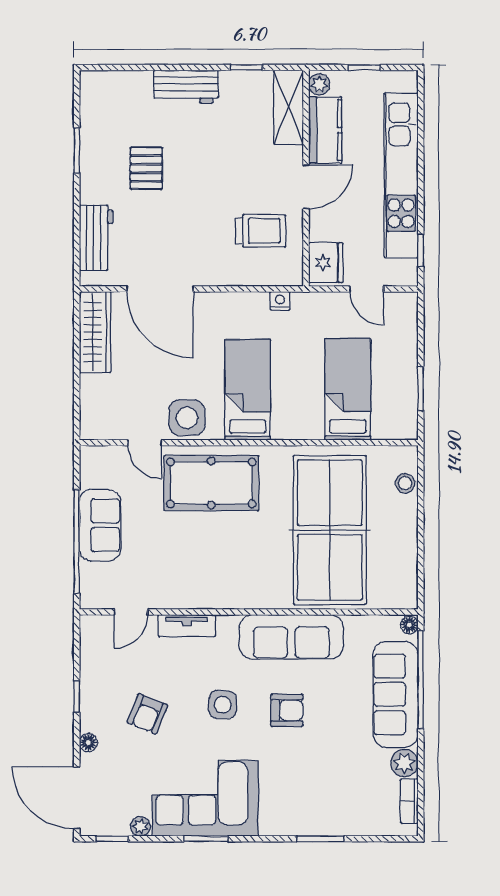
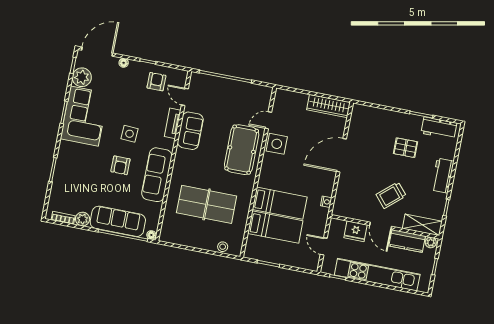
trolley: (261, 231) -> (391, 195), moved, turned 49
workbench: (96, 238) -> (439, 128), moved
fridge: (326, 263) -> (356, 231), moved
door: (160, 289) -> (341, 155), moved
door: (367, 289) -> (324, 246), hinge flipped
bed: (248, 390) -> (280, 203), moved
sofa: (100, 525) -> (190, 131), moved, turned -90
table tennis table: (330, 530) -> (207, 204), width x0.73, depth x0.76
armchair: (147, 714) -> (156, 82), moved, turned 68
plant: (140, 826) -> (82, 77), width x1.88, depth x1.88

